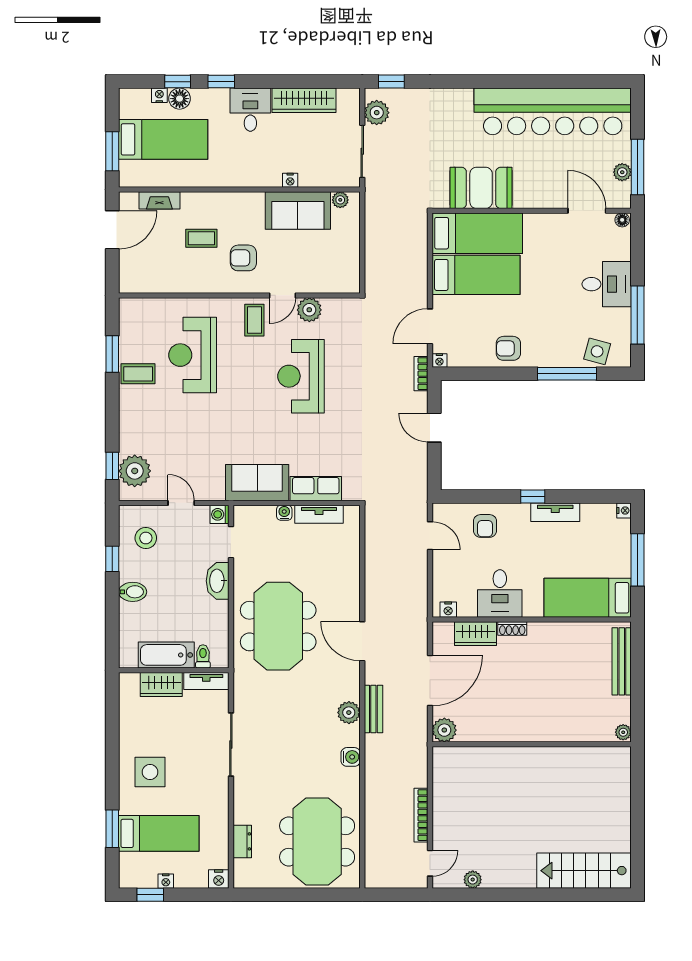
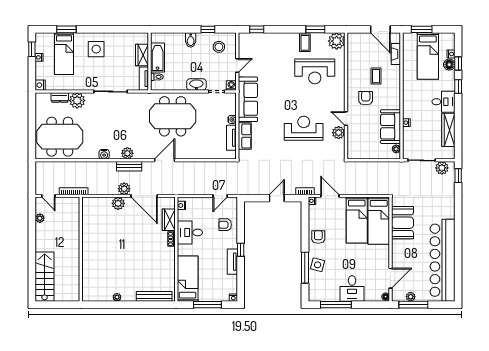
coffee table: (254, 320) -> (333, 104), removed
side table: (597, 351) -> (318, 265), moved
reception desk: (193, 355) -> (315, 71), turned 180
plant: (135, 471) -> (337, 41), moved
sofa: (257, 483) -> (248, 99), width x1.36
plant: (416, 719) -> (124, 189), added
wall: (532, 744) -> (81, 249), moved
plant: (248, 808) -> (77, 101), added

